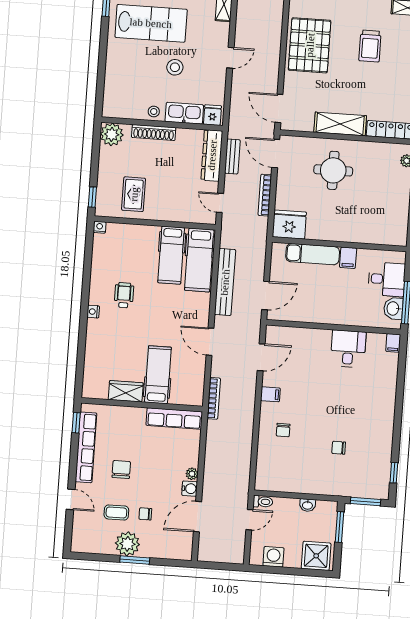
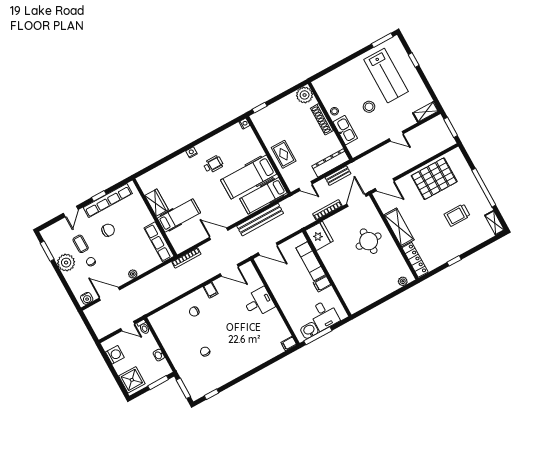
door: (279, 108) -> (385, 185), swing flipped
fridge: (212, 115) -> (355, 148), removed
rug: (134, 194) -> (284, 154), moved, turned 90
door: (220, 203) -> (305, 186), swing flipped
hospital bed: (171, 255) -> (249, 177), width x1.37, depth x1.29
door: (210, 342) -> (219, 234), hinge flipped
desk: (348, 349) -> (259, 302), moved
window: (76, 423) -> (99, 196), moved
water cooler: (190, 489) -> (87, 298), moved
window: (135, 560) -> (47, 251), moved

